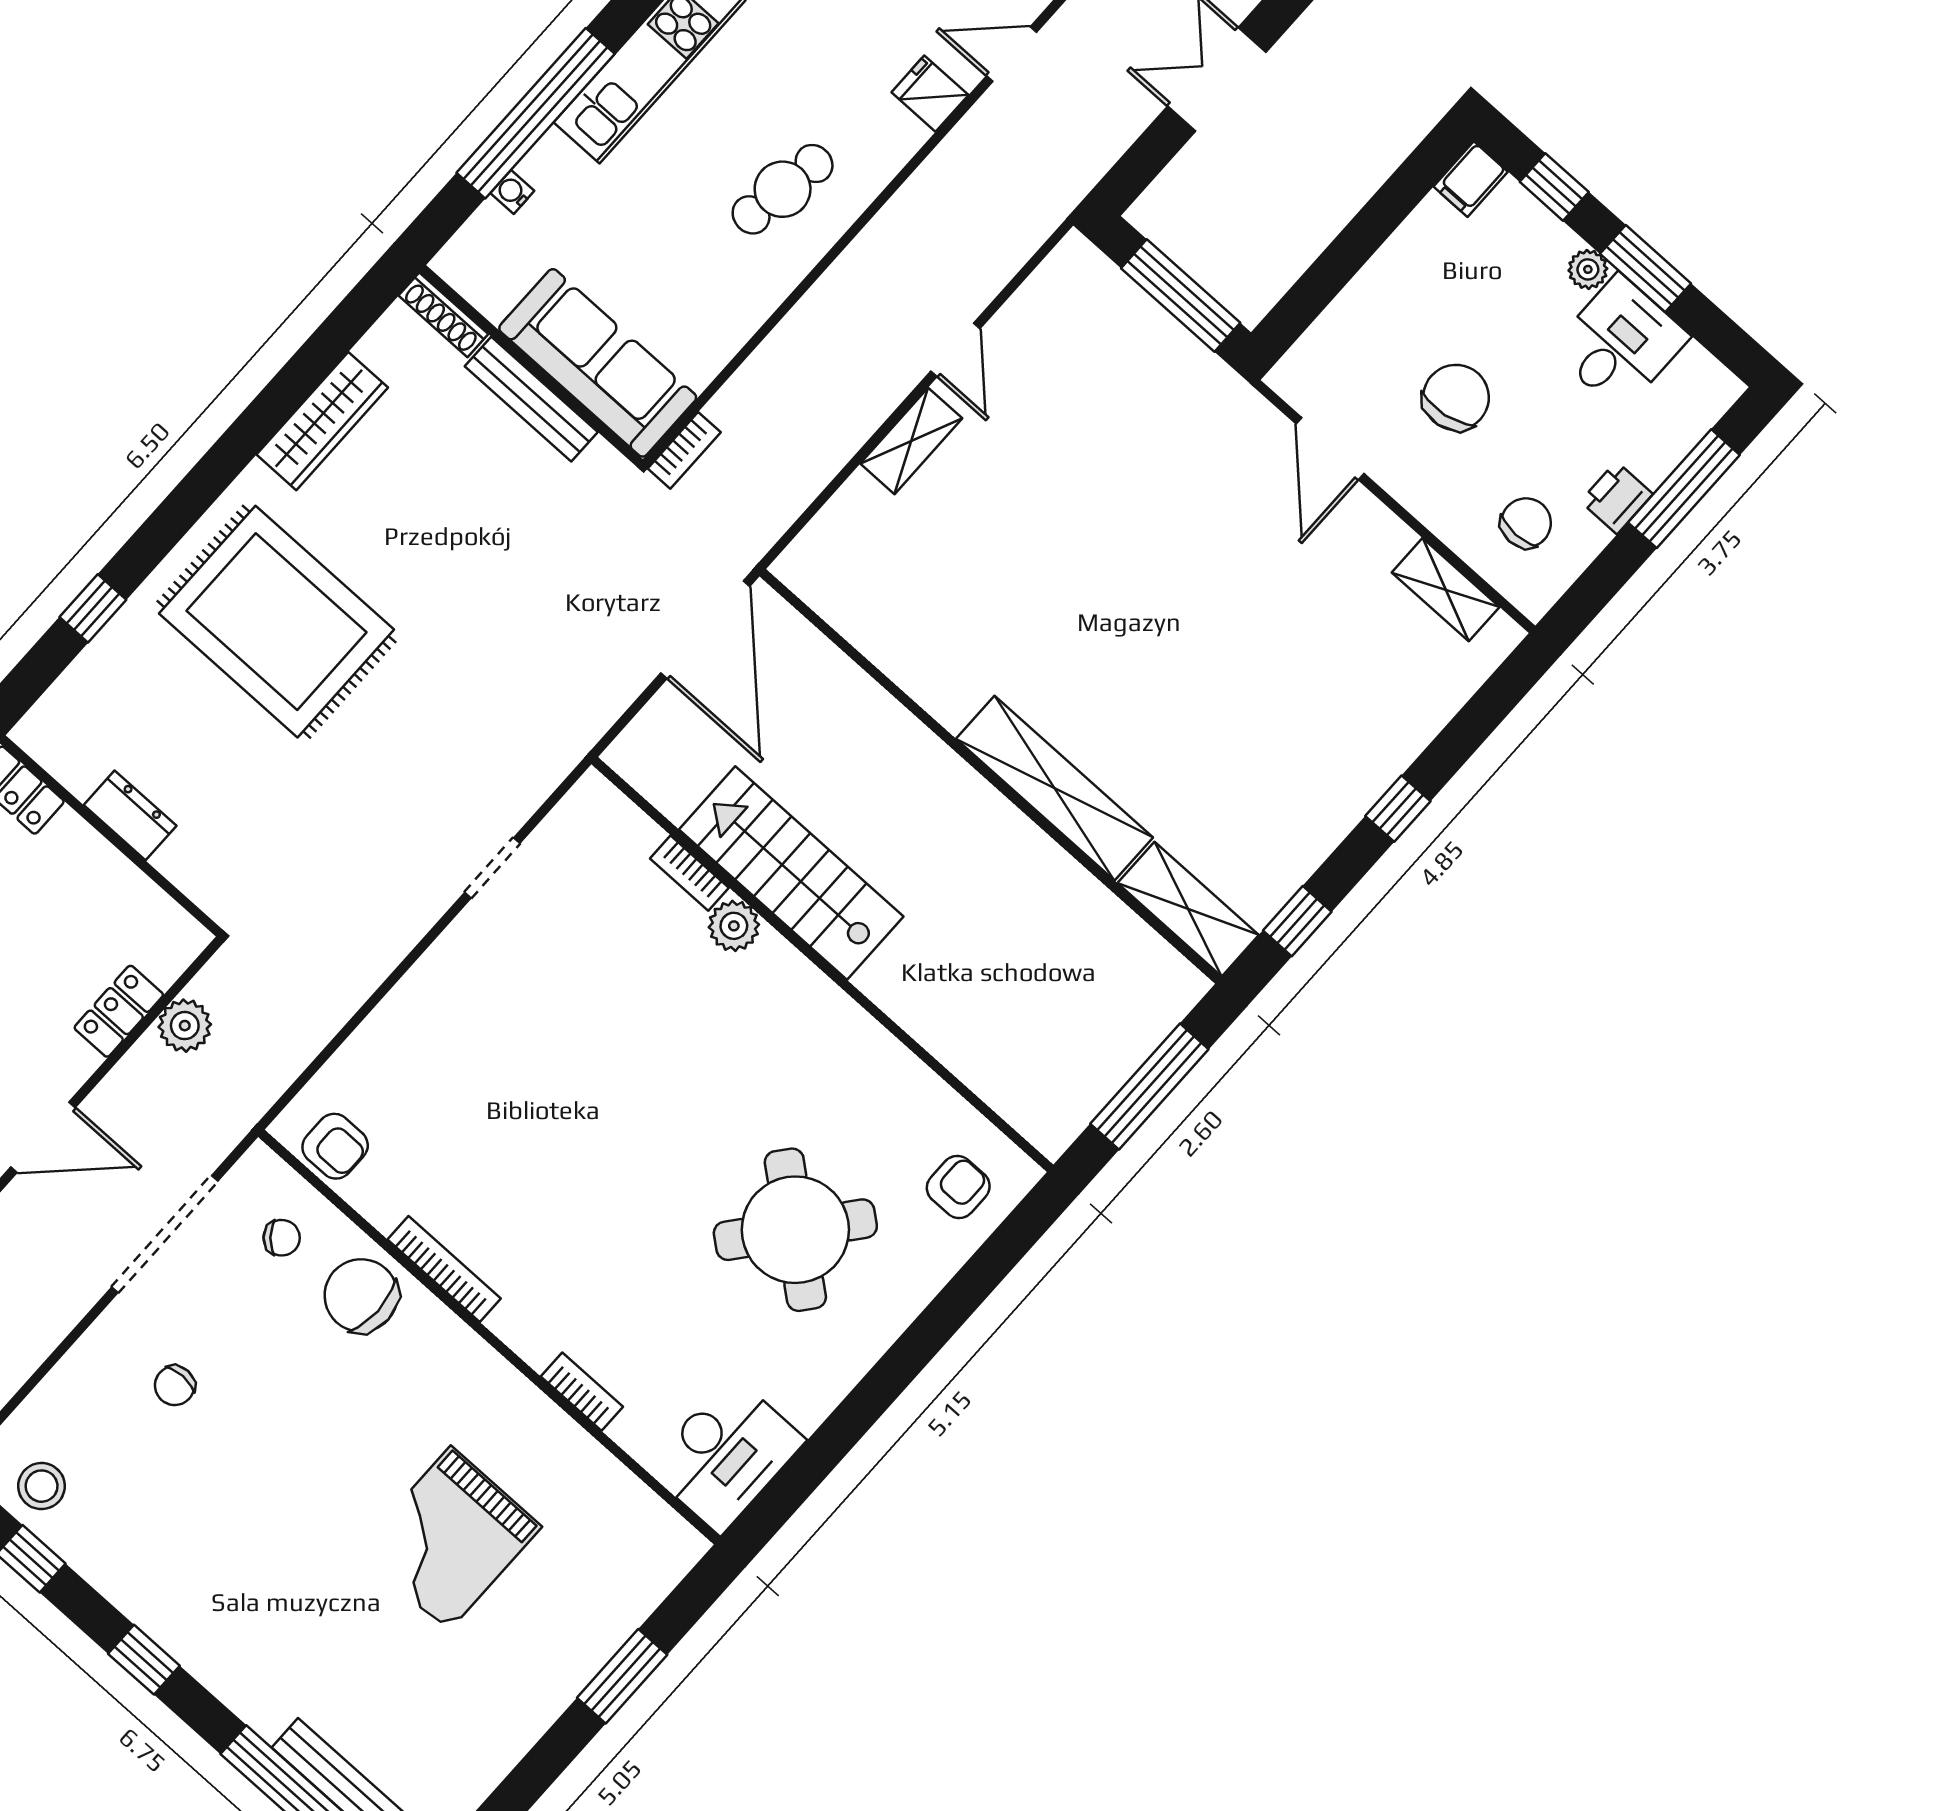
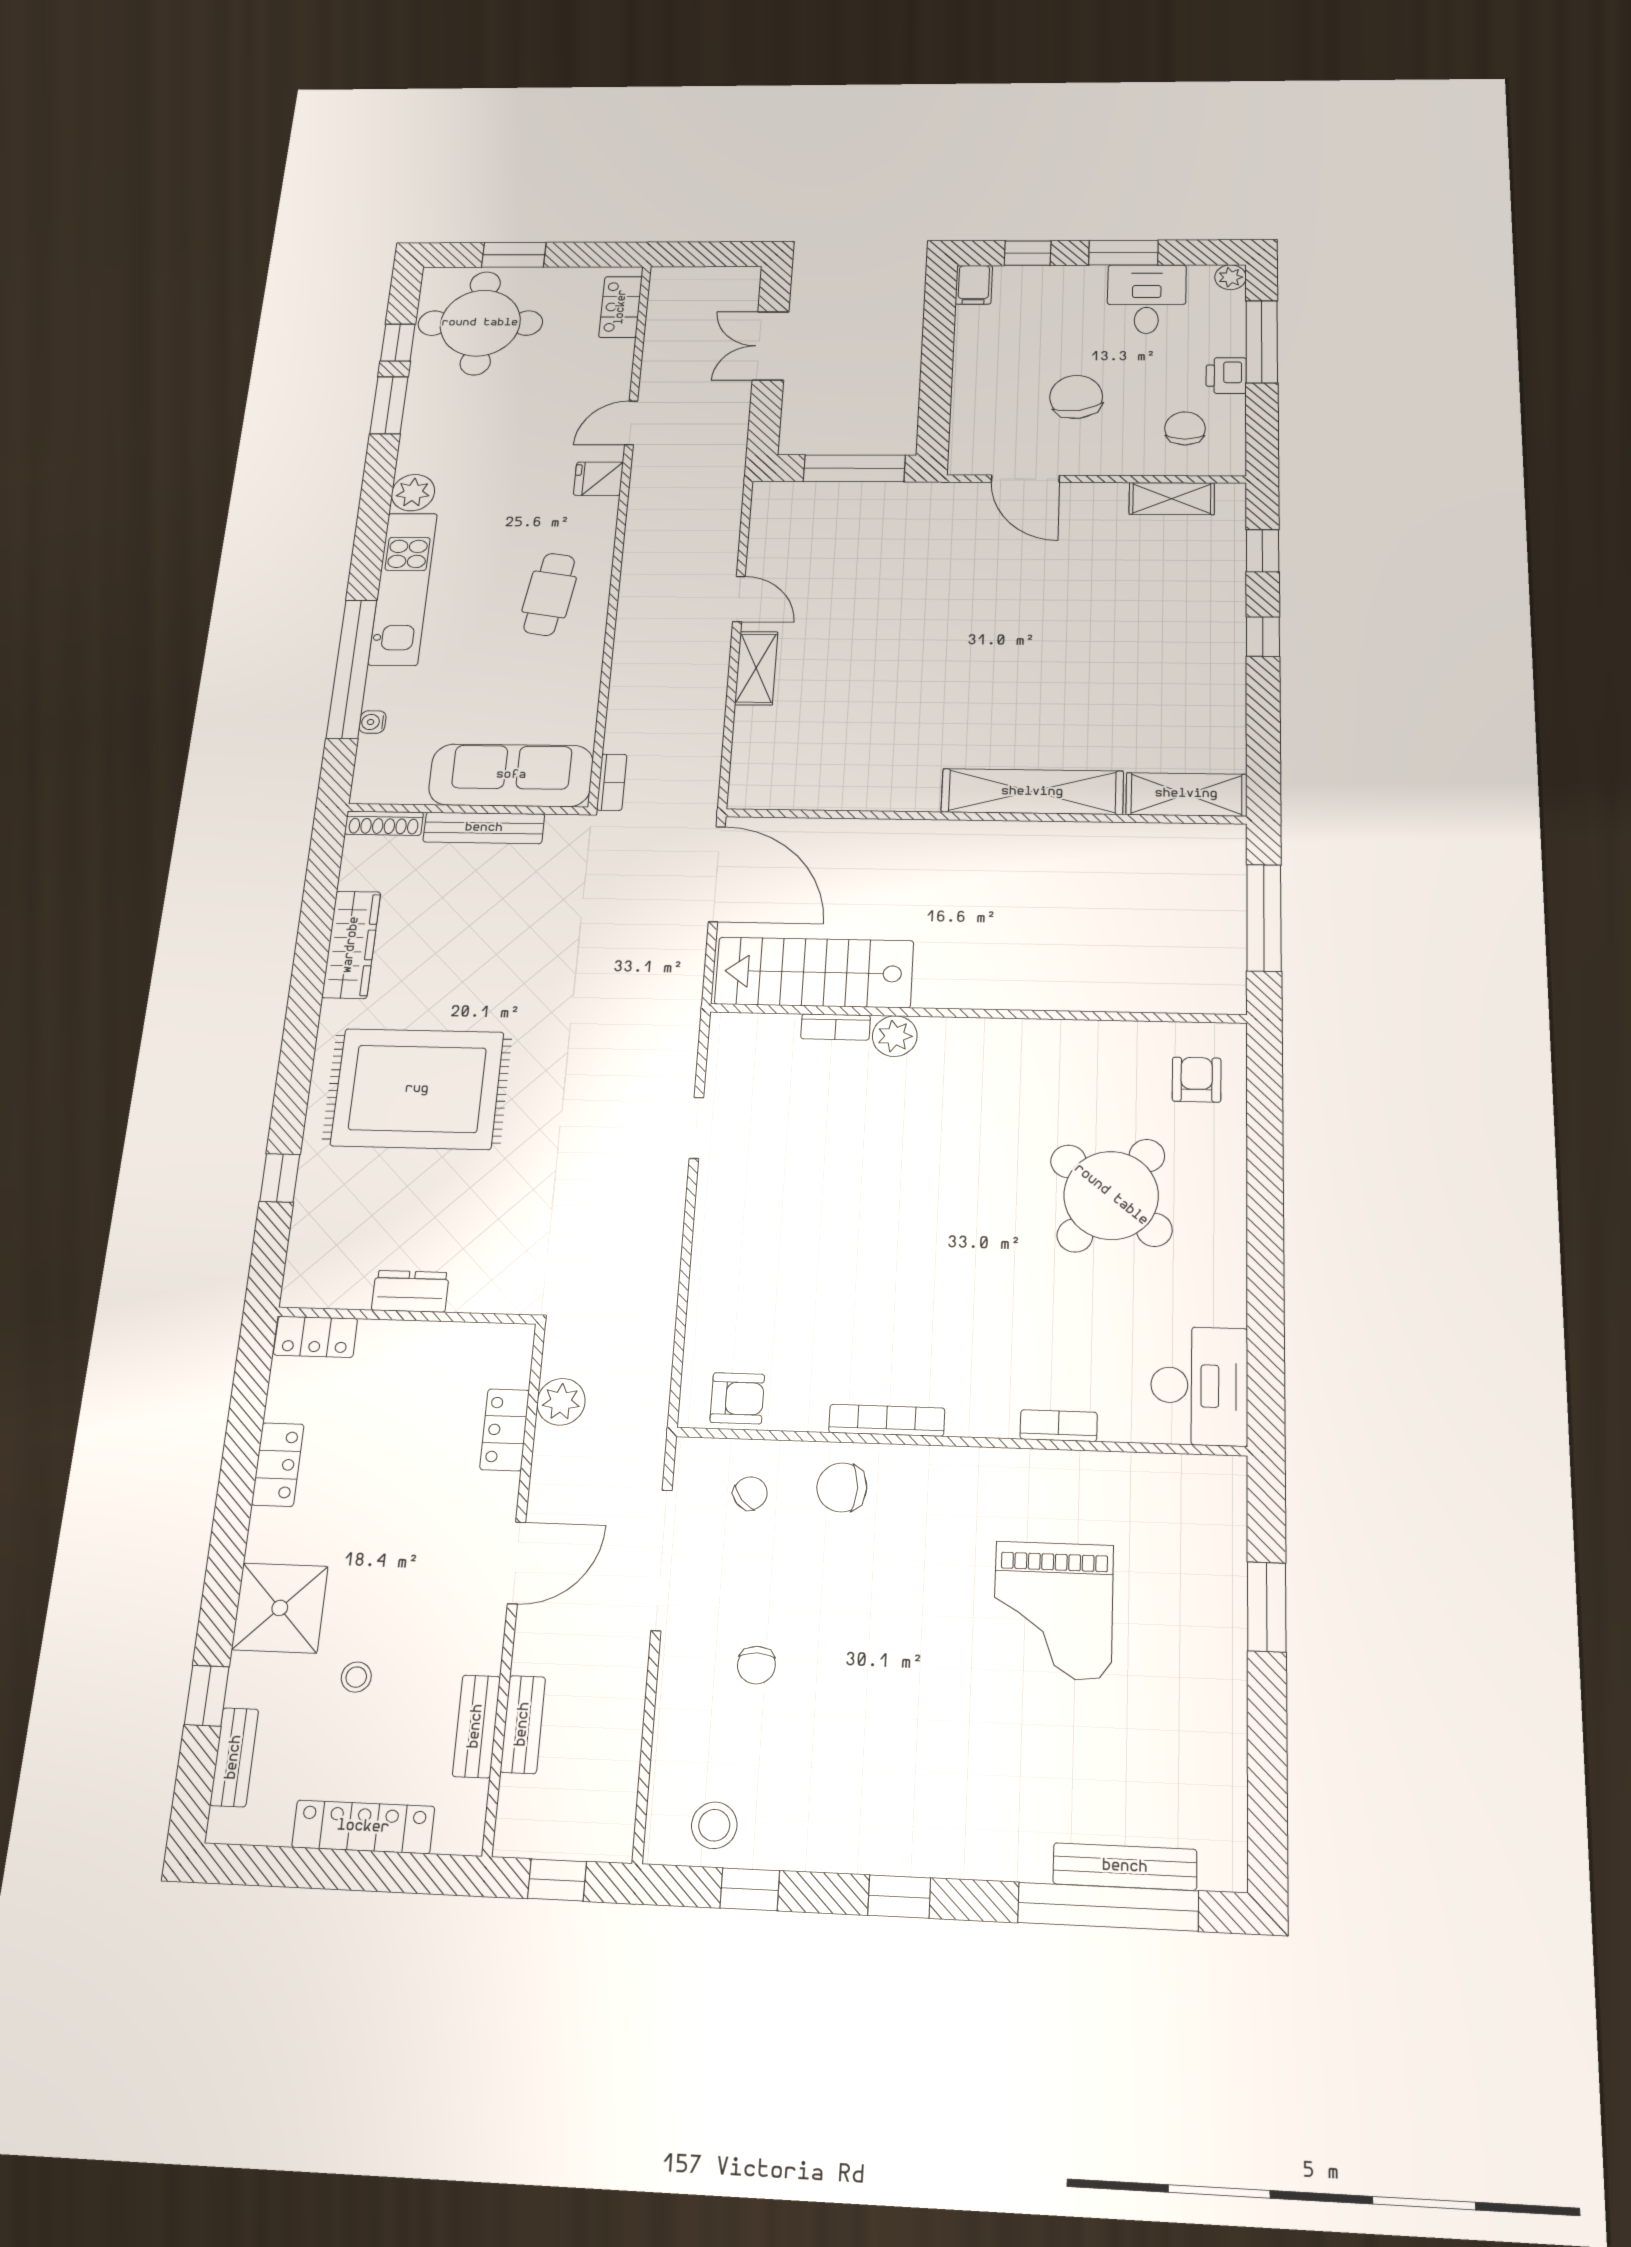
plant: (1588, 269) -> (1231, 277), moved
stairs: (791, 873) -> (814, 972), moved
window: (1297, 921) -> (1263, 551), moved
chair: (361, 1295) -> (842, 1487), width x0.73, depth x0.73

